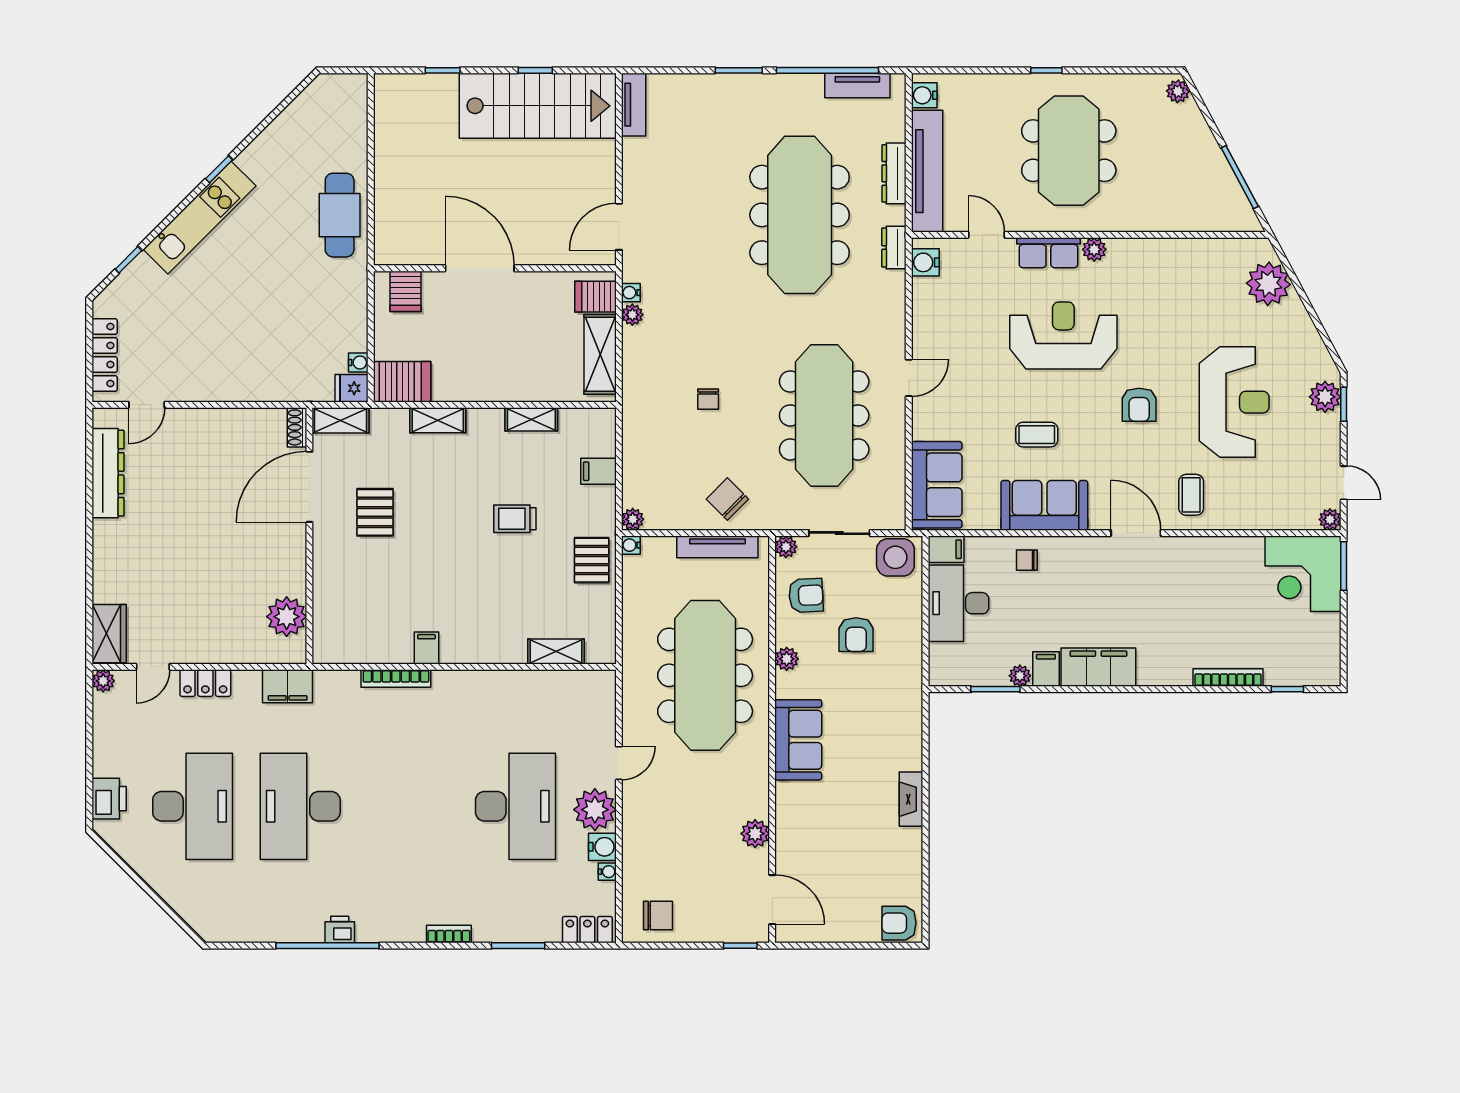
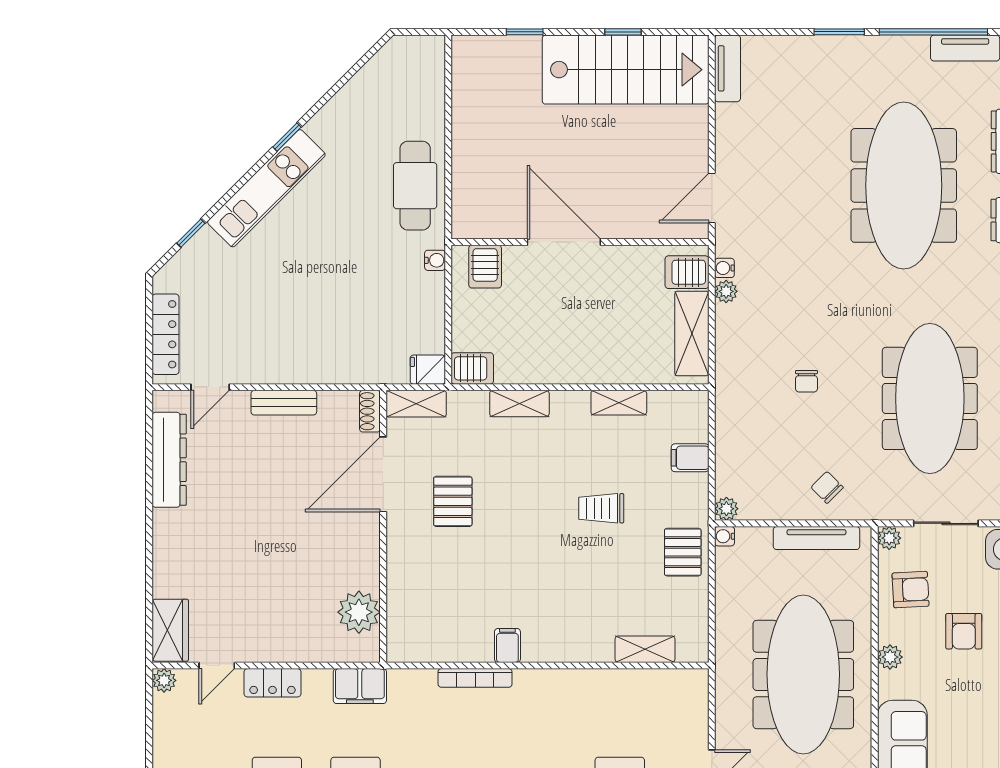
water cooler: (358, 363) -> (435, 260), moved
server rack: (402, 382) -> (472, 368), width x0.73, depth x0.70
bench: (216, 419) -> (284, 403), added
chair: (727, 499) -> (827, 487), width x0.73, depth x0.73

